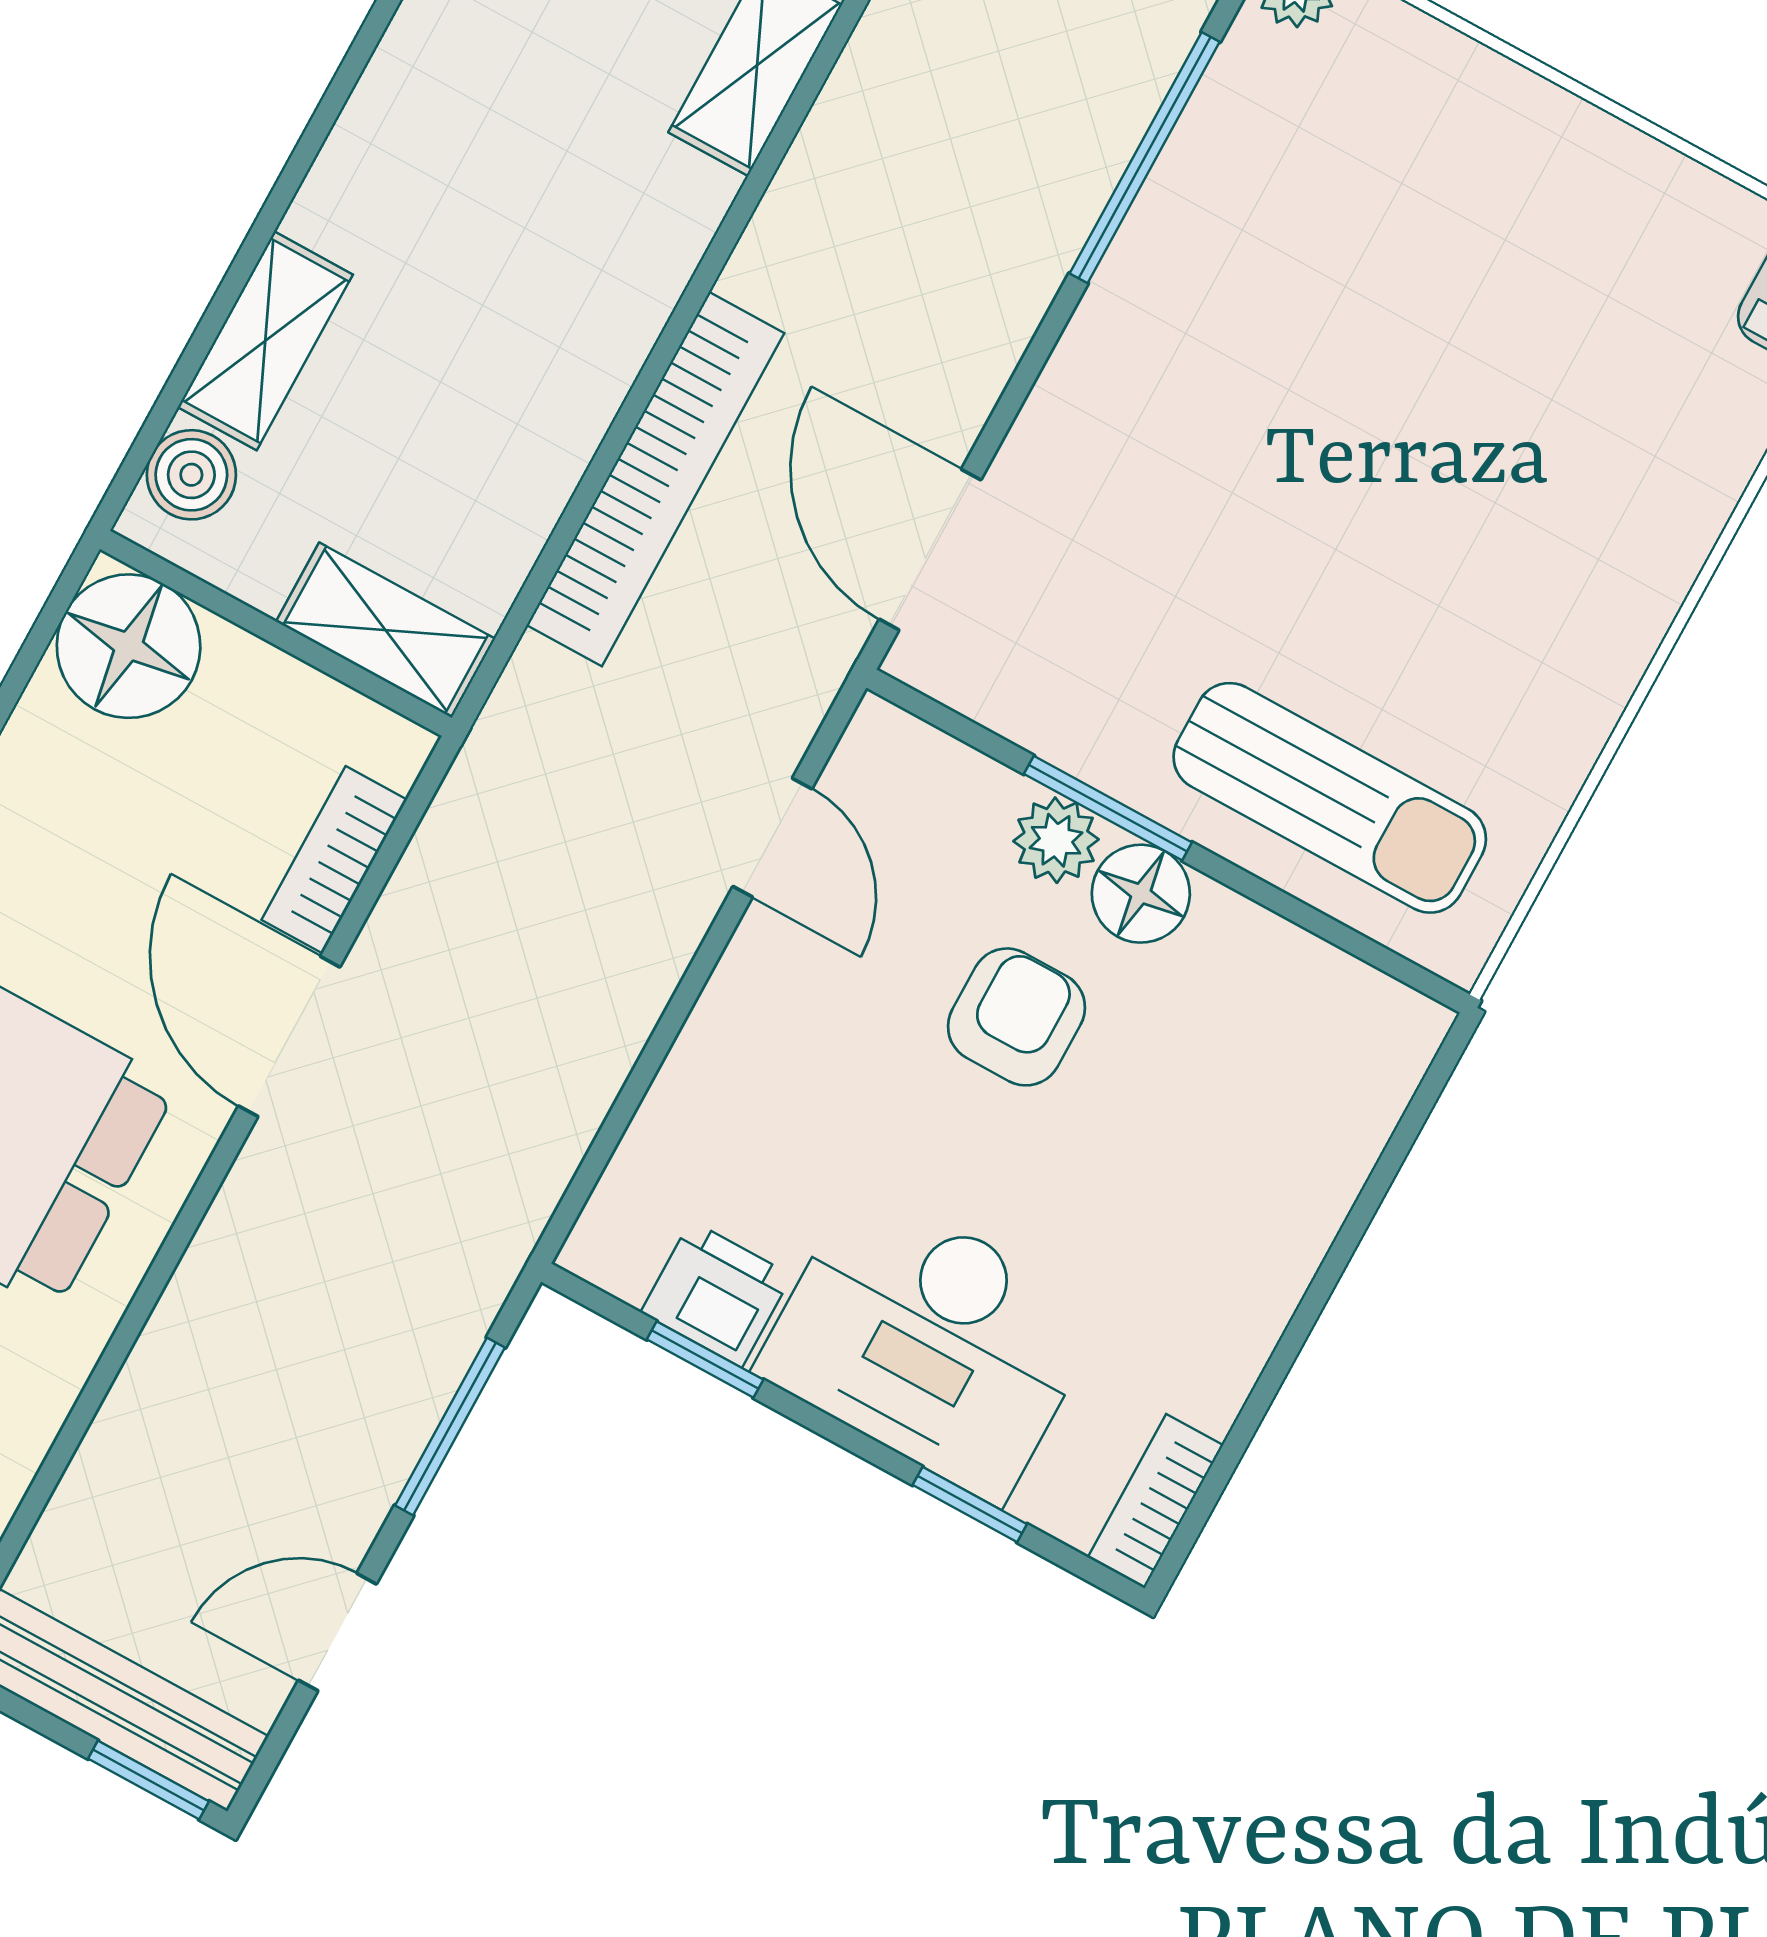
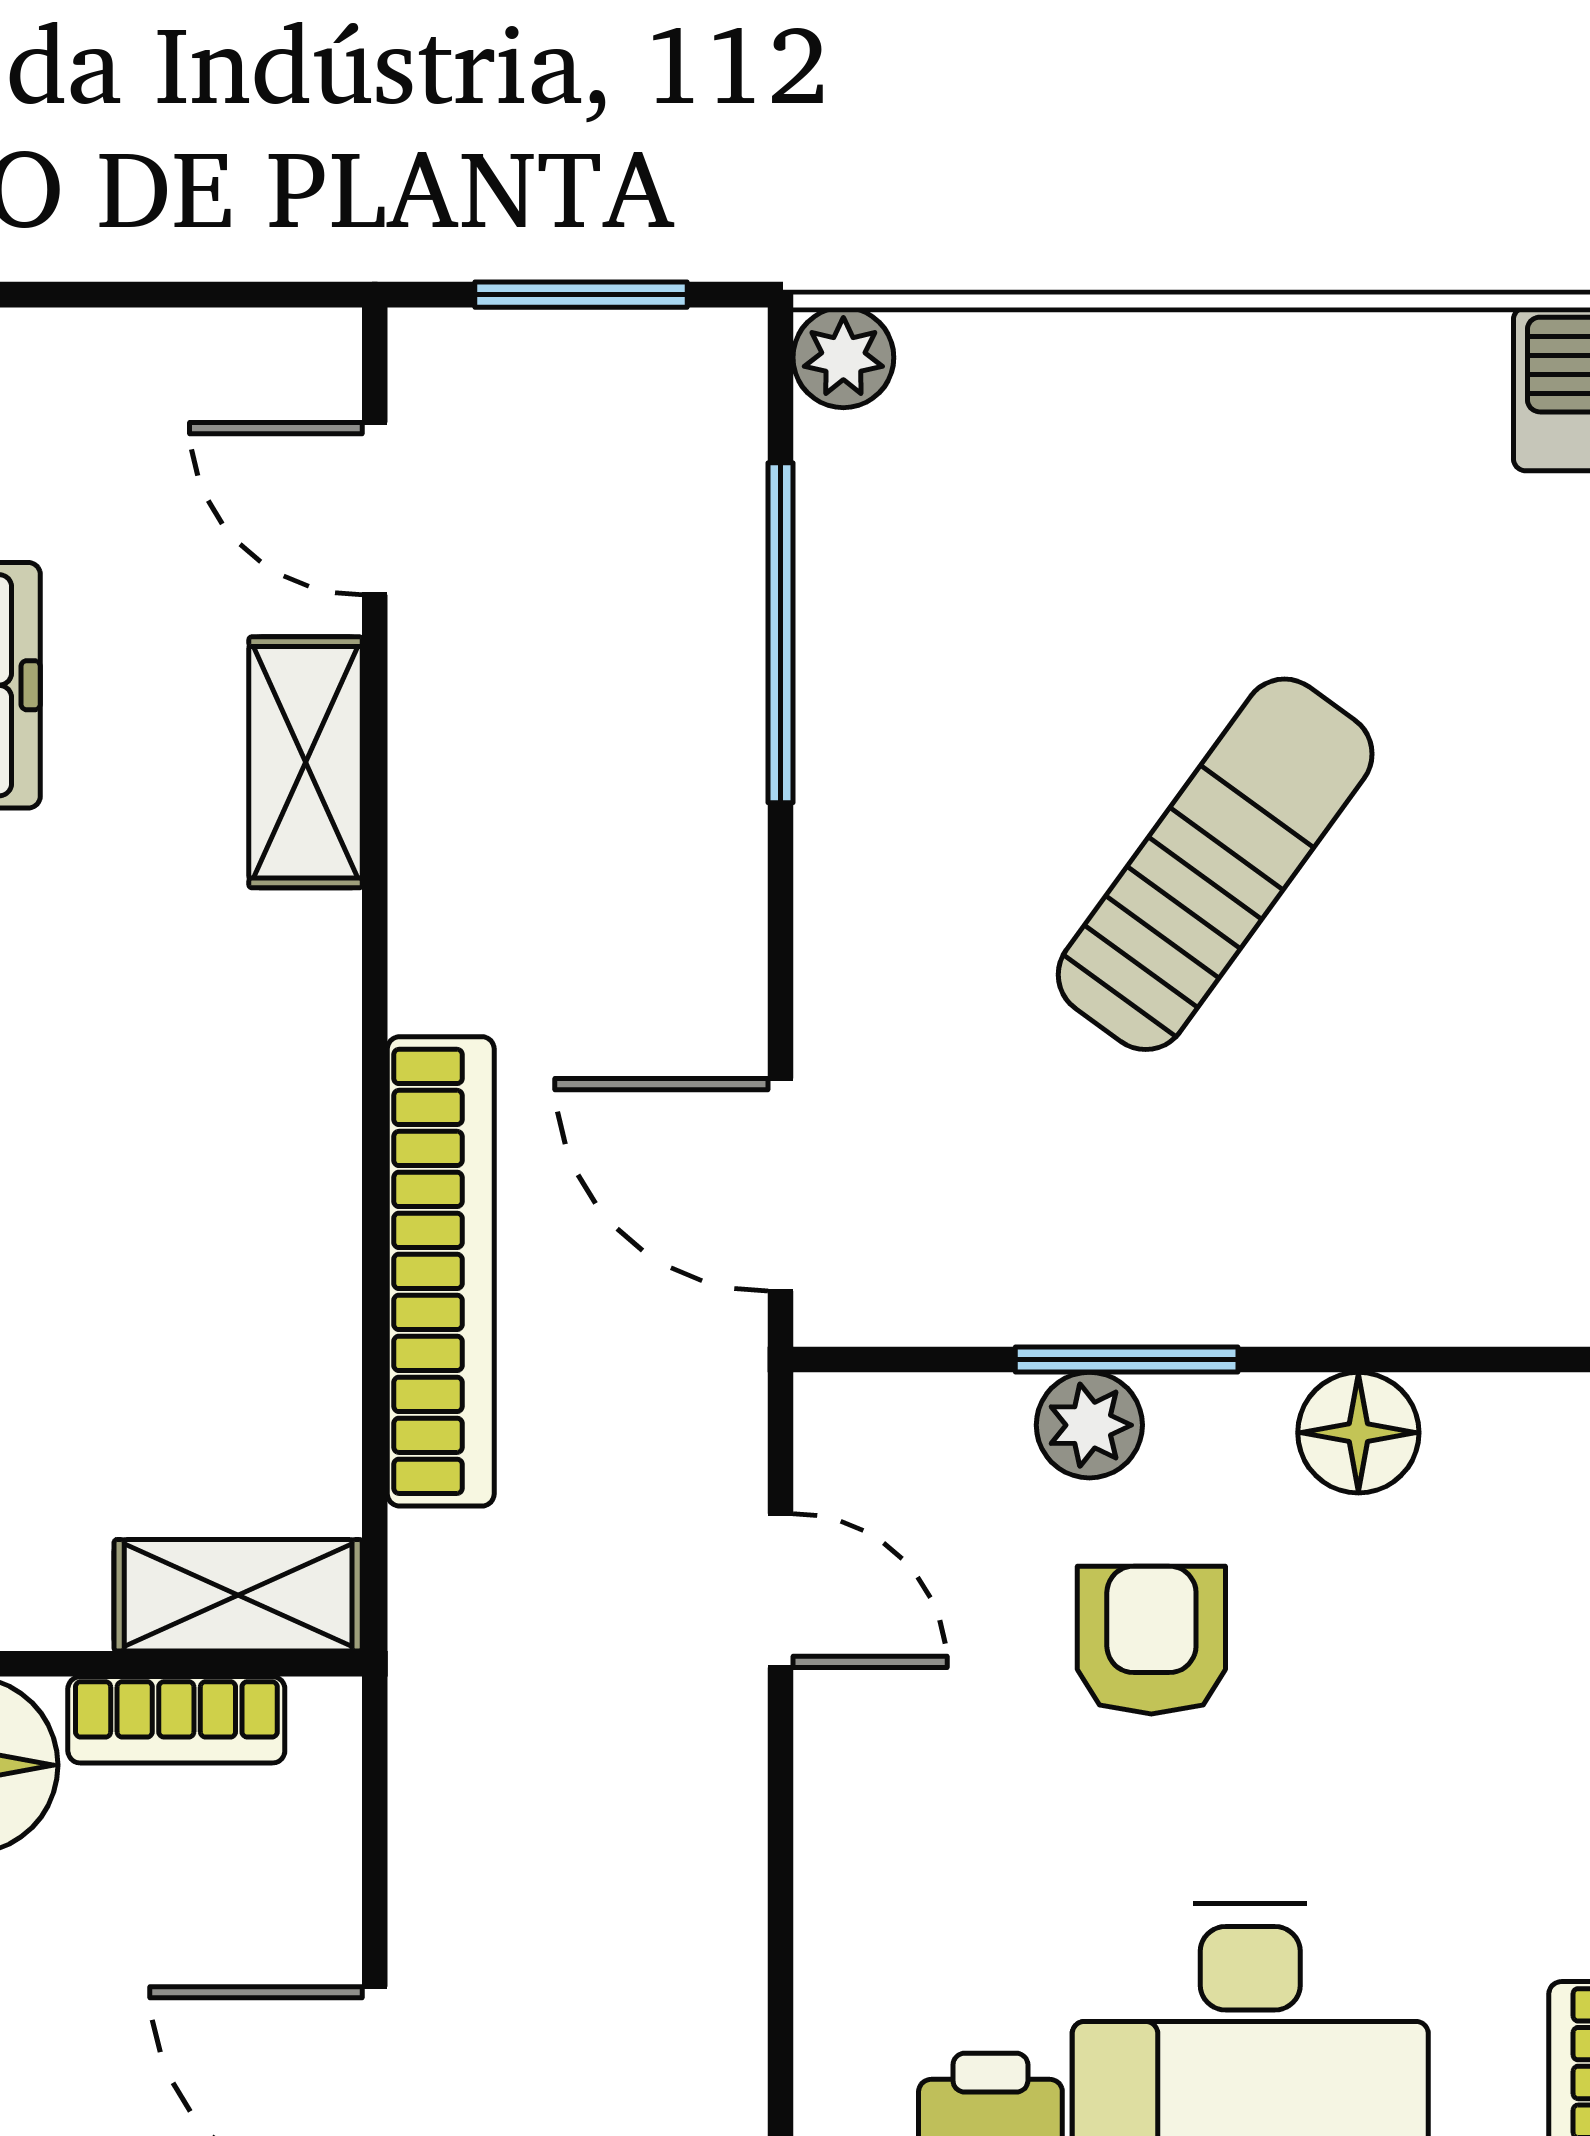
sun lounger: (1330, 798) -> (1215, 864), moved, turned -54
bookcase: (334, 860) -> (176, 1720), moved, turned -90
floor lamp: (1141, 894) -> (1358, 1433), moved

